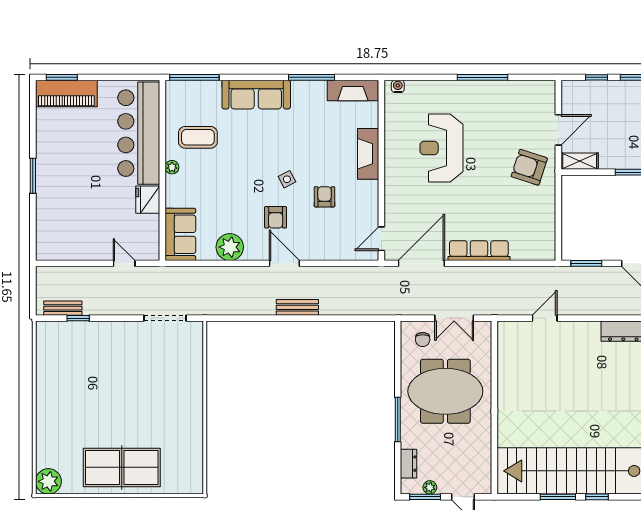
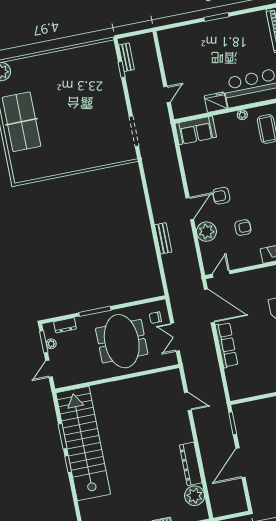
side table: (287, 179) -> (250, 198), removed
door: (381, 239) -> (221, 274), hinge flipped
plant: (230, 247) -> (206, 232), moved
bench: (297, 307) -> (163, 238), moved

